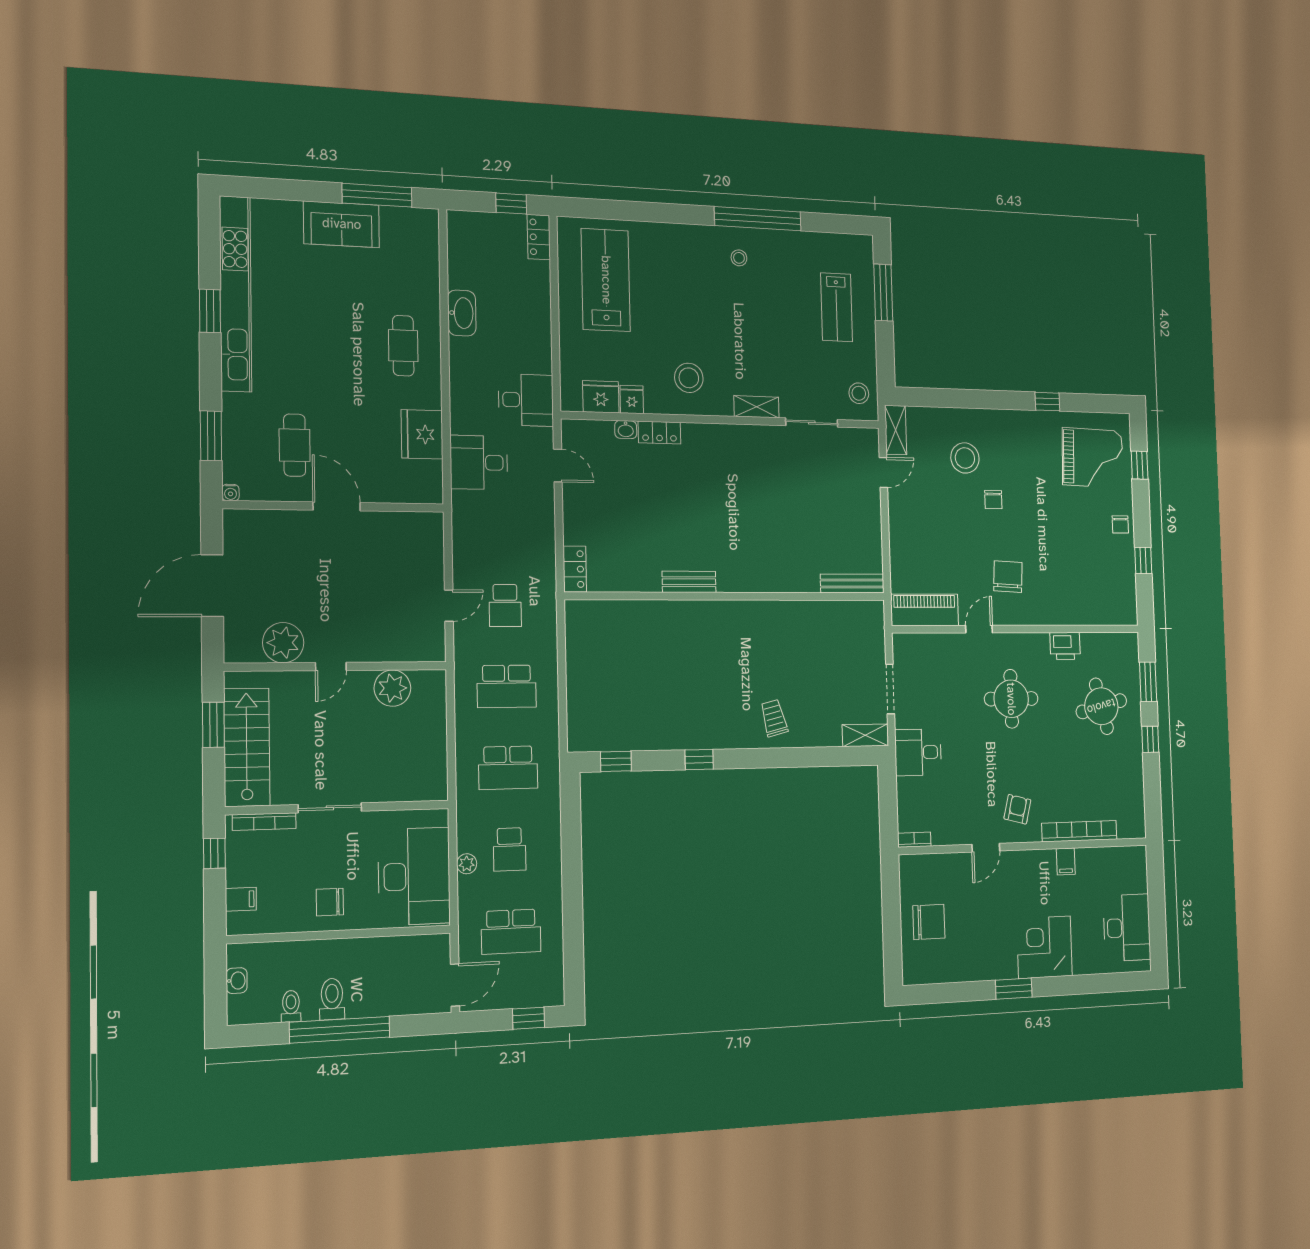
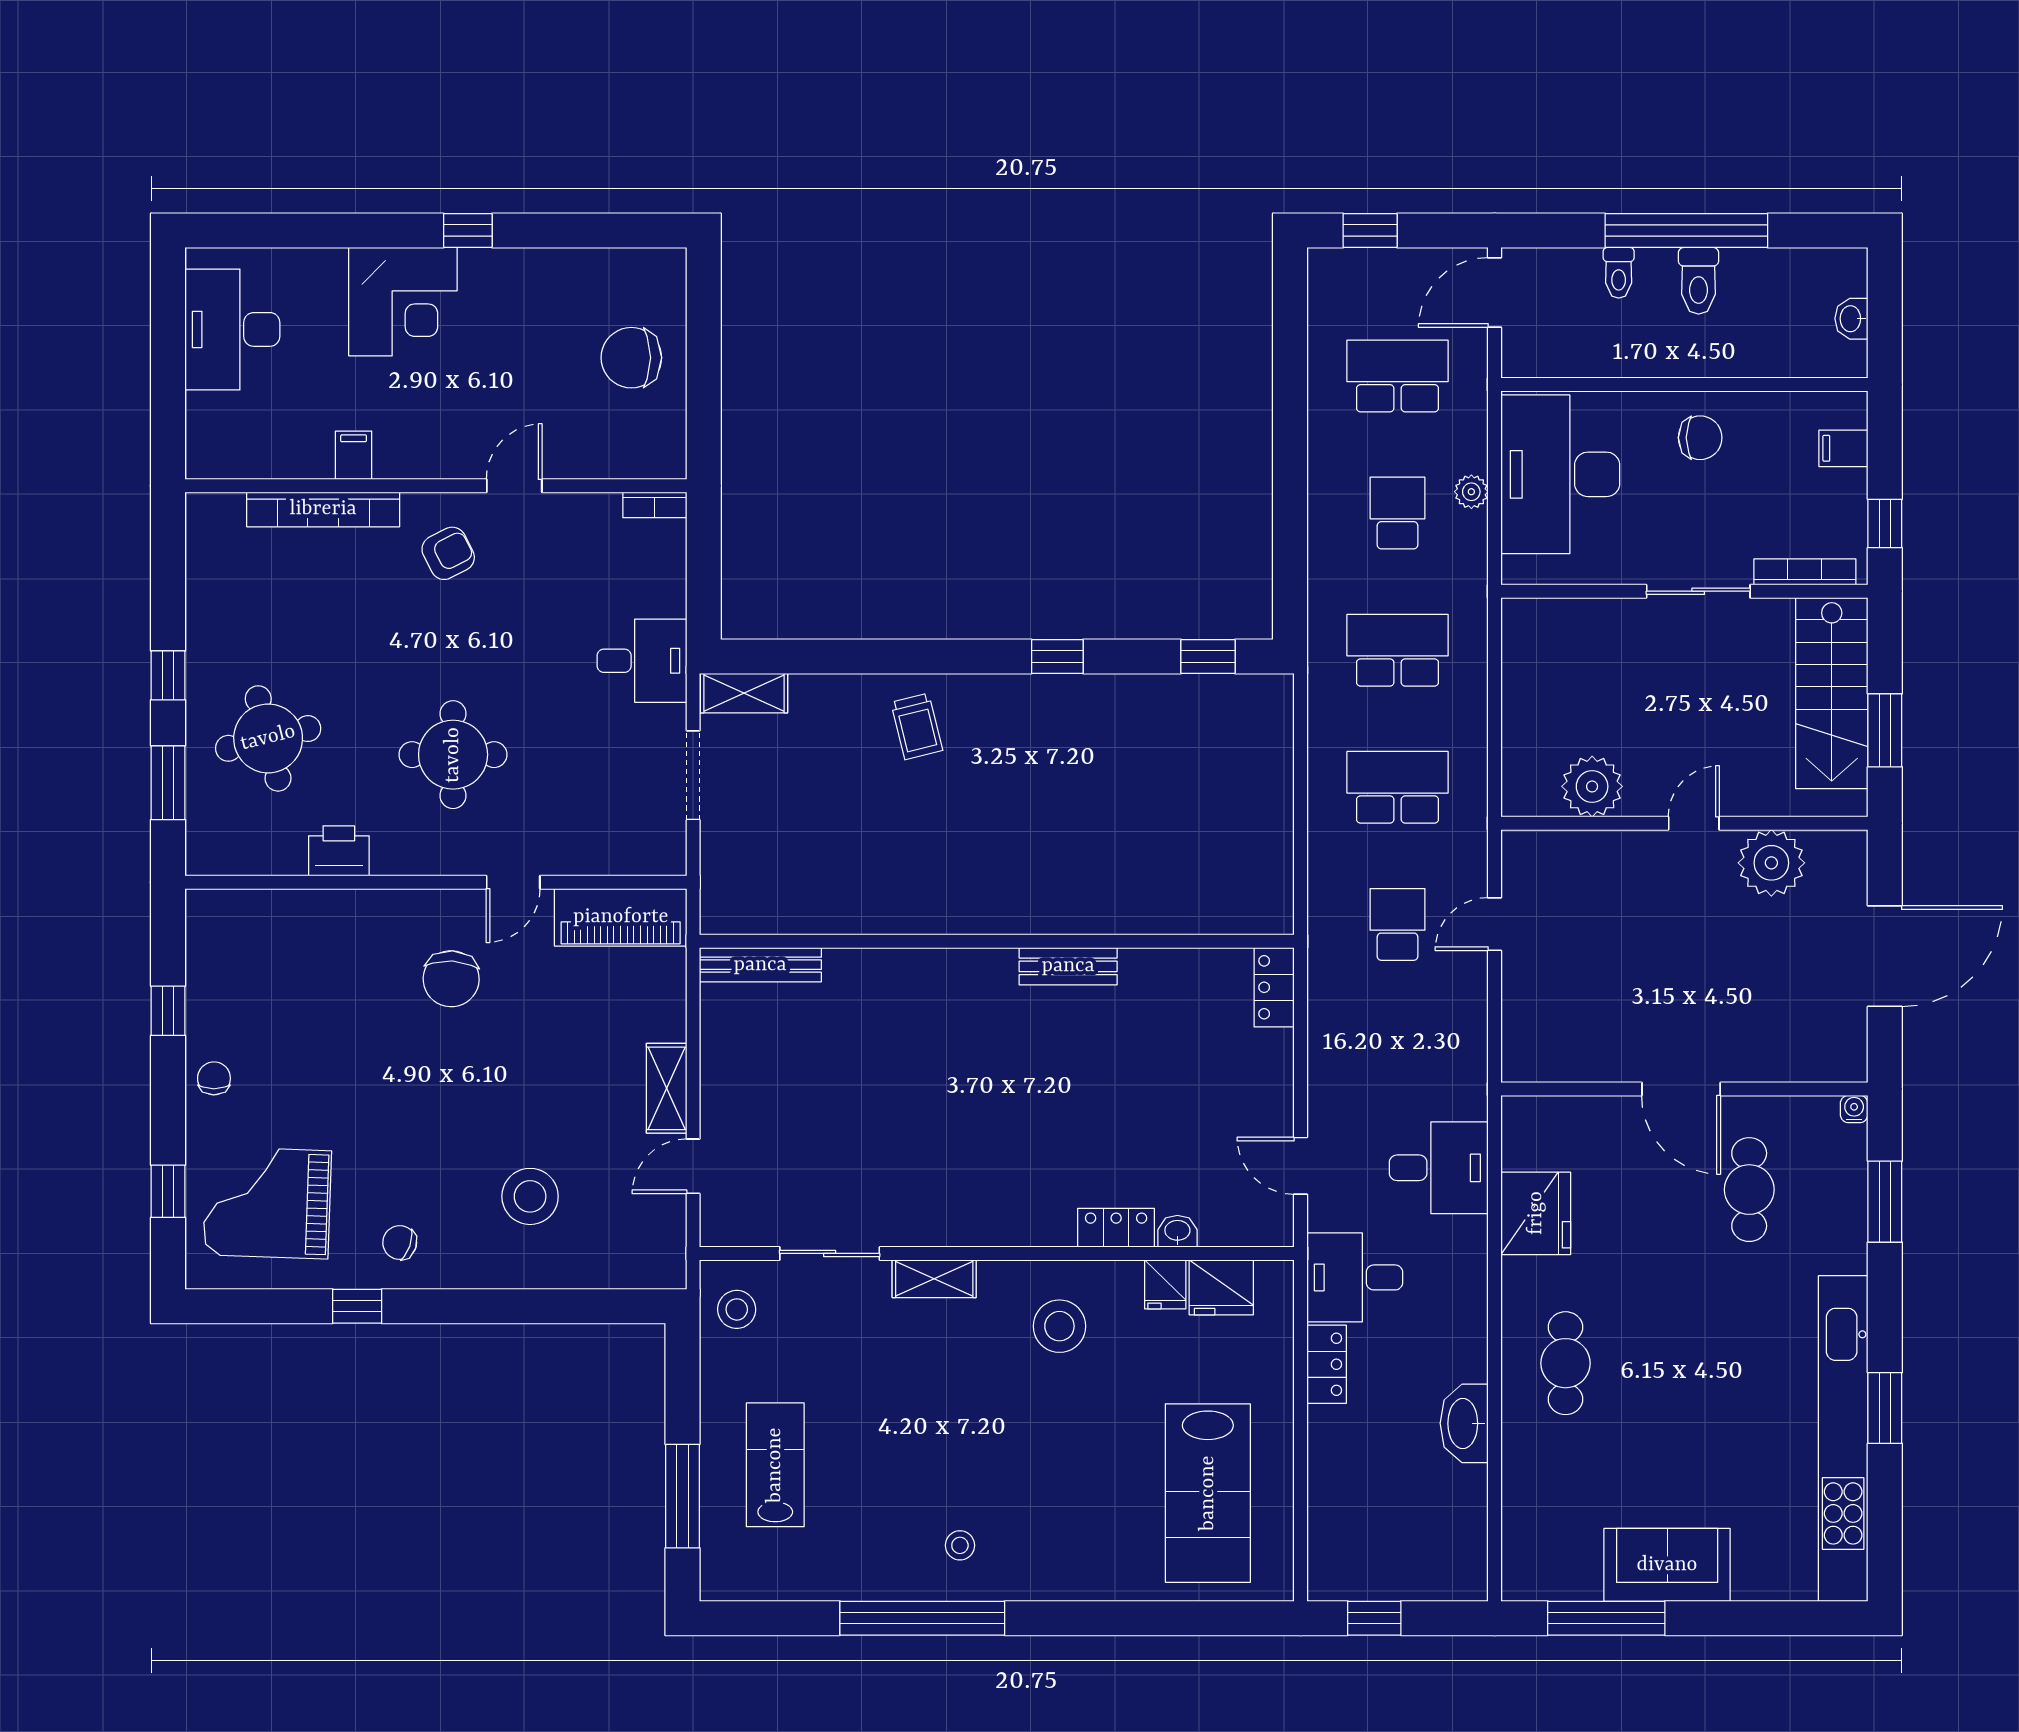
locker: (539, 237) -> (1327, 1364), moved
shelving: (896, 430) -> (667, 1088), moved
chair: (993, 500) -> (400, 1243), moved, turned -71
armchair: (1017, 809) -> (448, 553), turned -131
window: (1014, 989) -> (468, 231), width x0.67
toilet: (291, 1006) -> (1619, 273), moved

